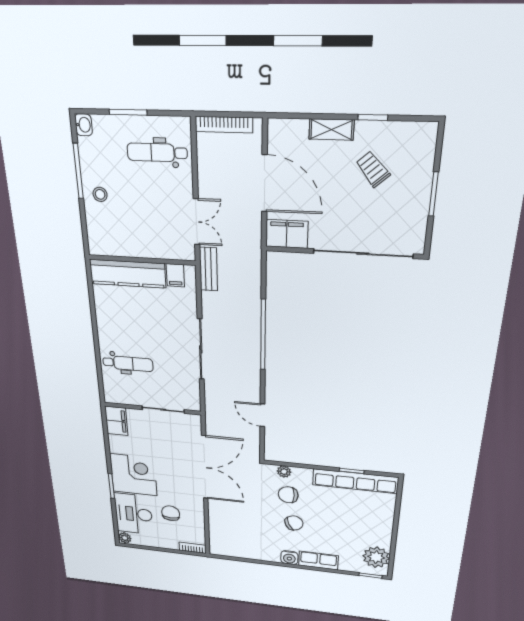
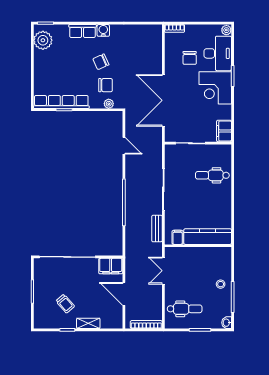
door: (264, 183) -> (124, 294), width x0.73
bench: (208, 269) -> (157, 229), moved

